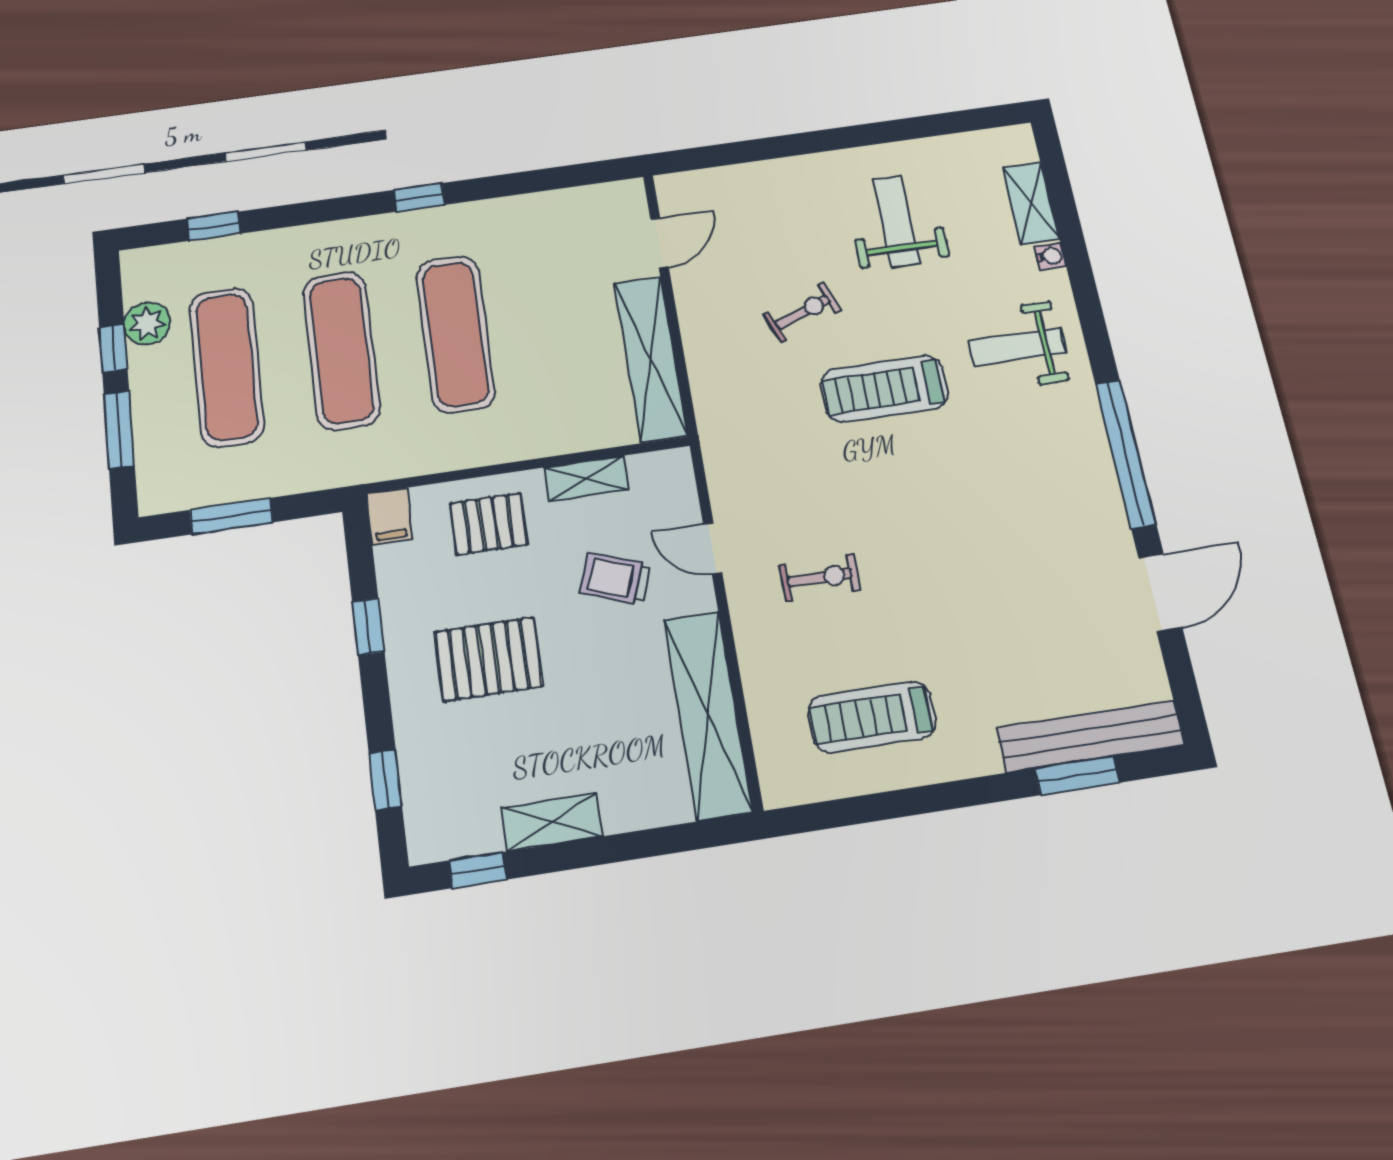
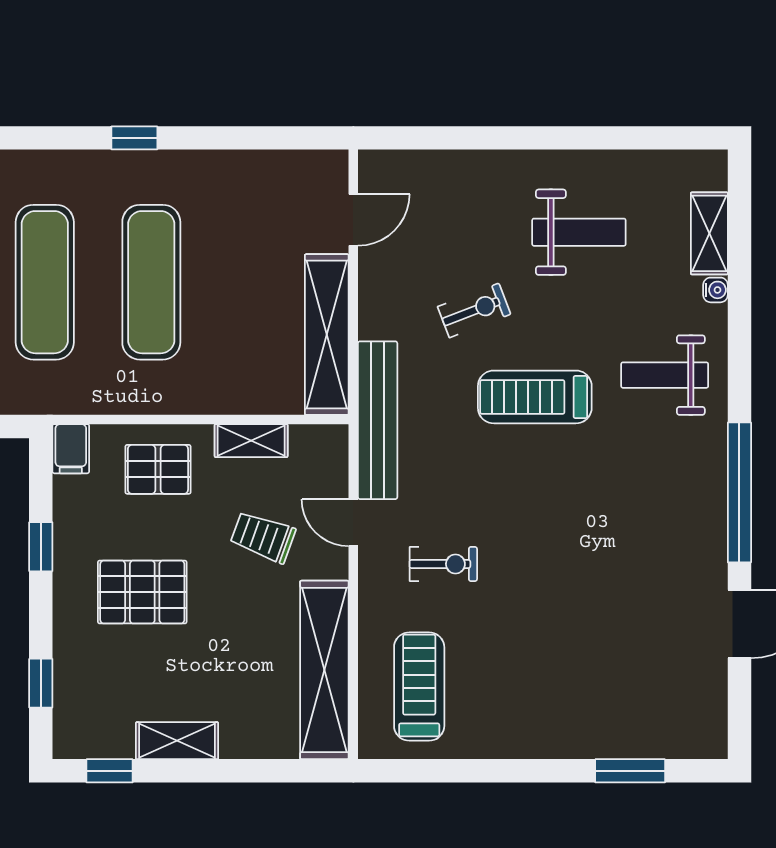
weight bench: (896, 221) -> (579, 232), turned 90
treadmill: (872, 717) -> (419, 687), moved, turned 90
bench: (1090, 736) -> (378, 420), moved, turned 90

